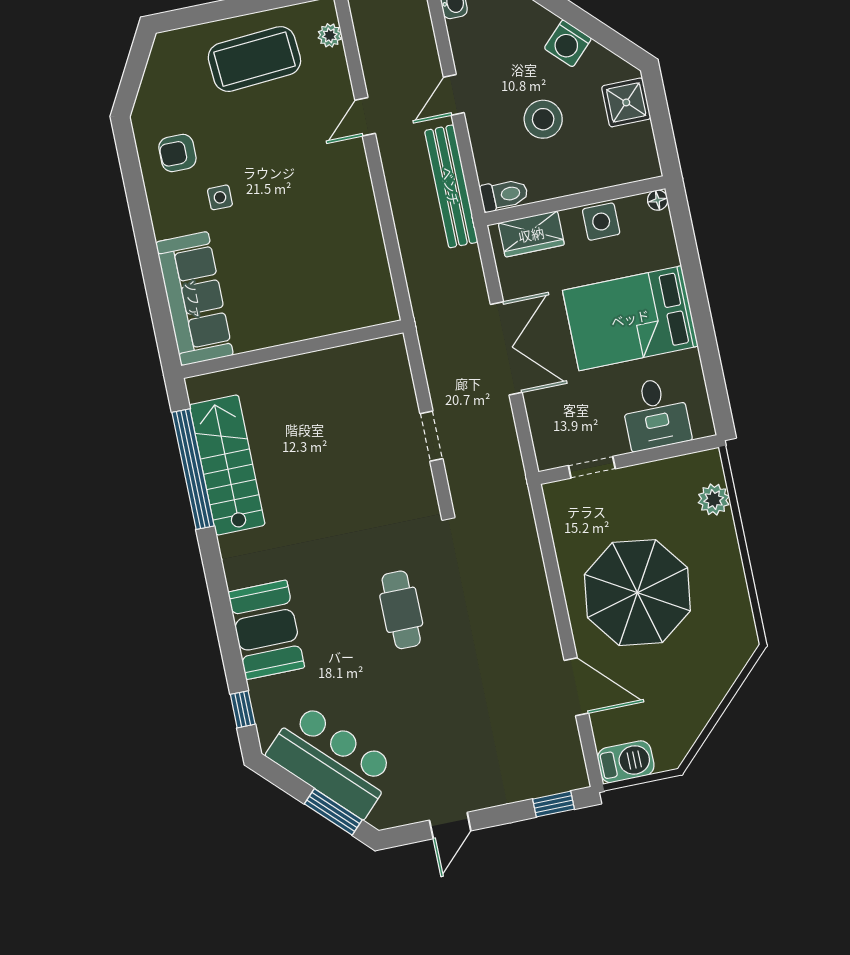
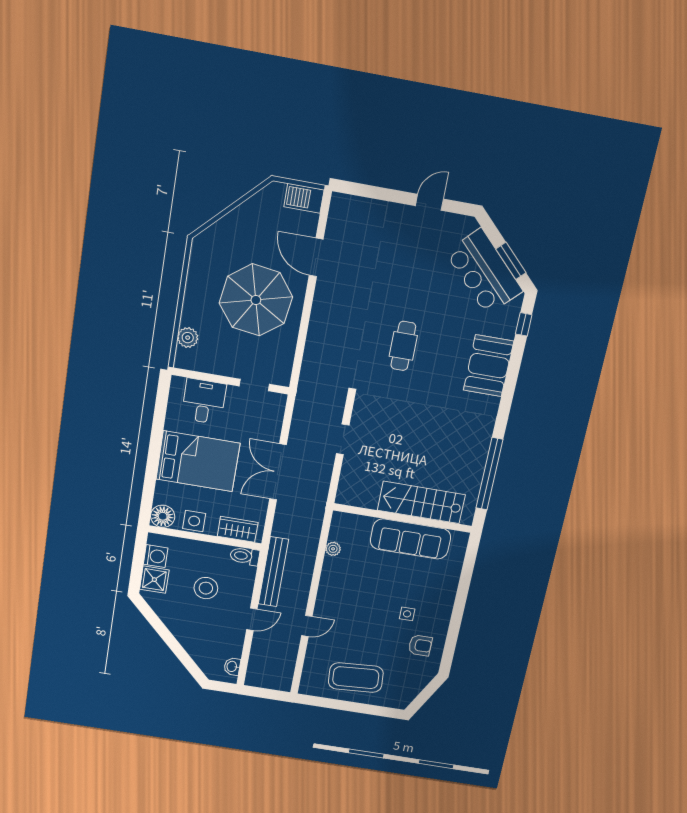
plant: (330, 35) -> (333, 549), moved
washing machine: (568, 43) -> (156, 556), moved, turned 45
floor lamp: (658, 200) -> (163, 516), width x1.89, depth x1.89
sofa: (194, 299) -> (411, 539), moved, turned -90
stairs: (227, 465) -> (421, 502), moved, turned 90
window: (553, 804) -> (360, 190), removed
window: (333, 812) -> (511, 261), moved

